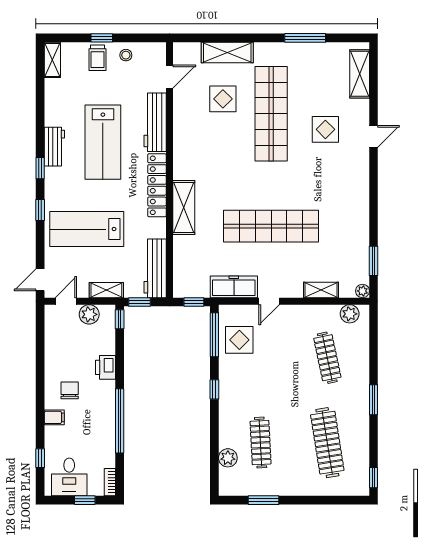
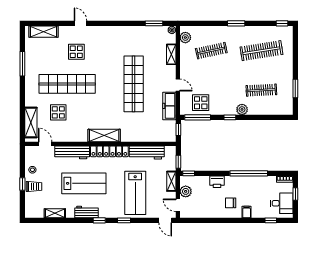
shelving: (227, 52) -> (31, 123), moved
shelving: (52, 60) -> (55, 213), moved
shelving: (184, 207) -> (104, 136), moved
workbench: (155, 268) -> (147, 152), moved
plant: (228, 458) -> (242, 109), moved

